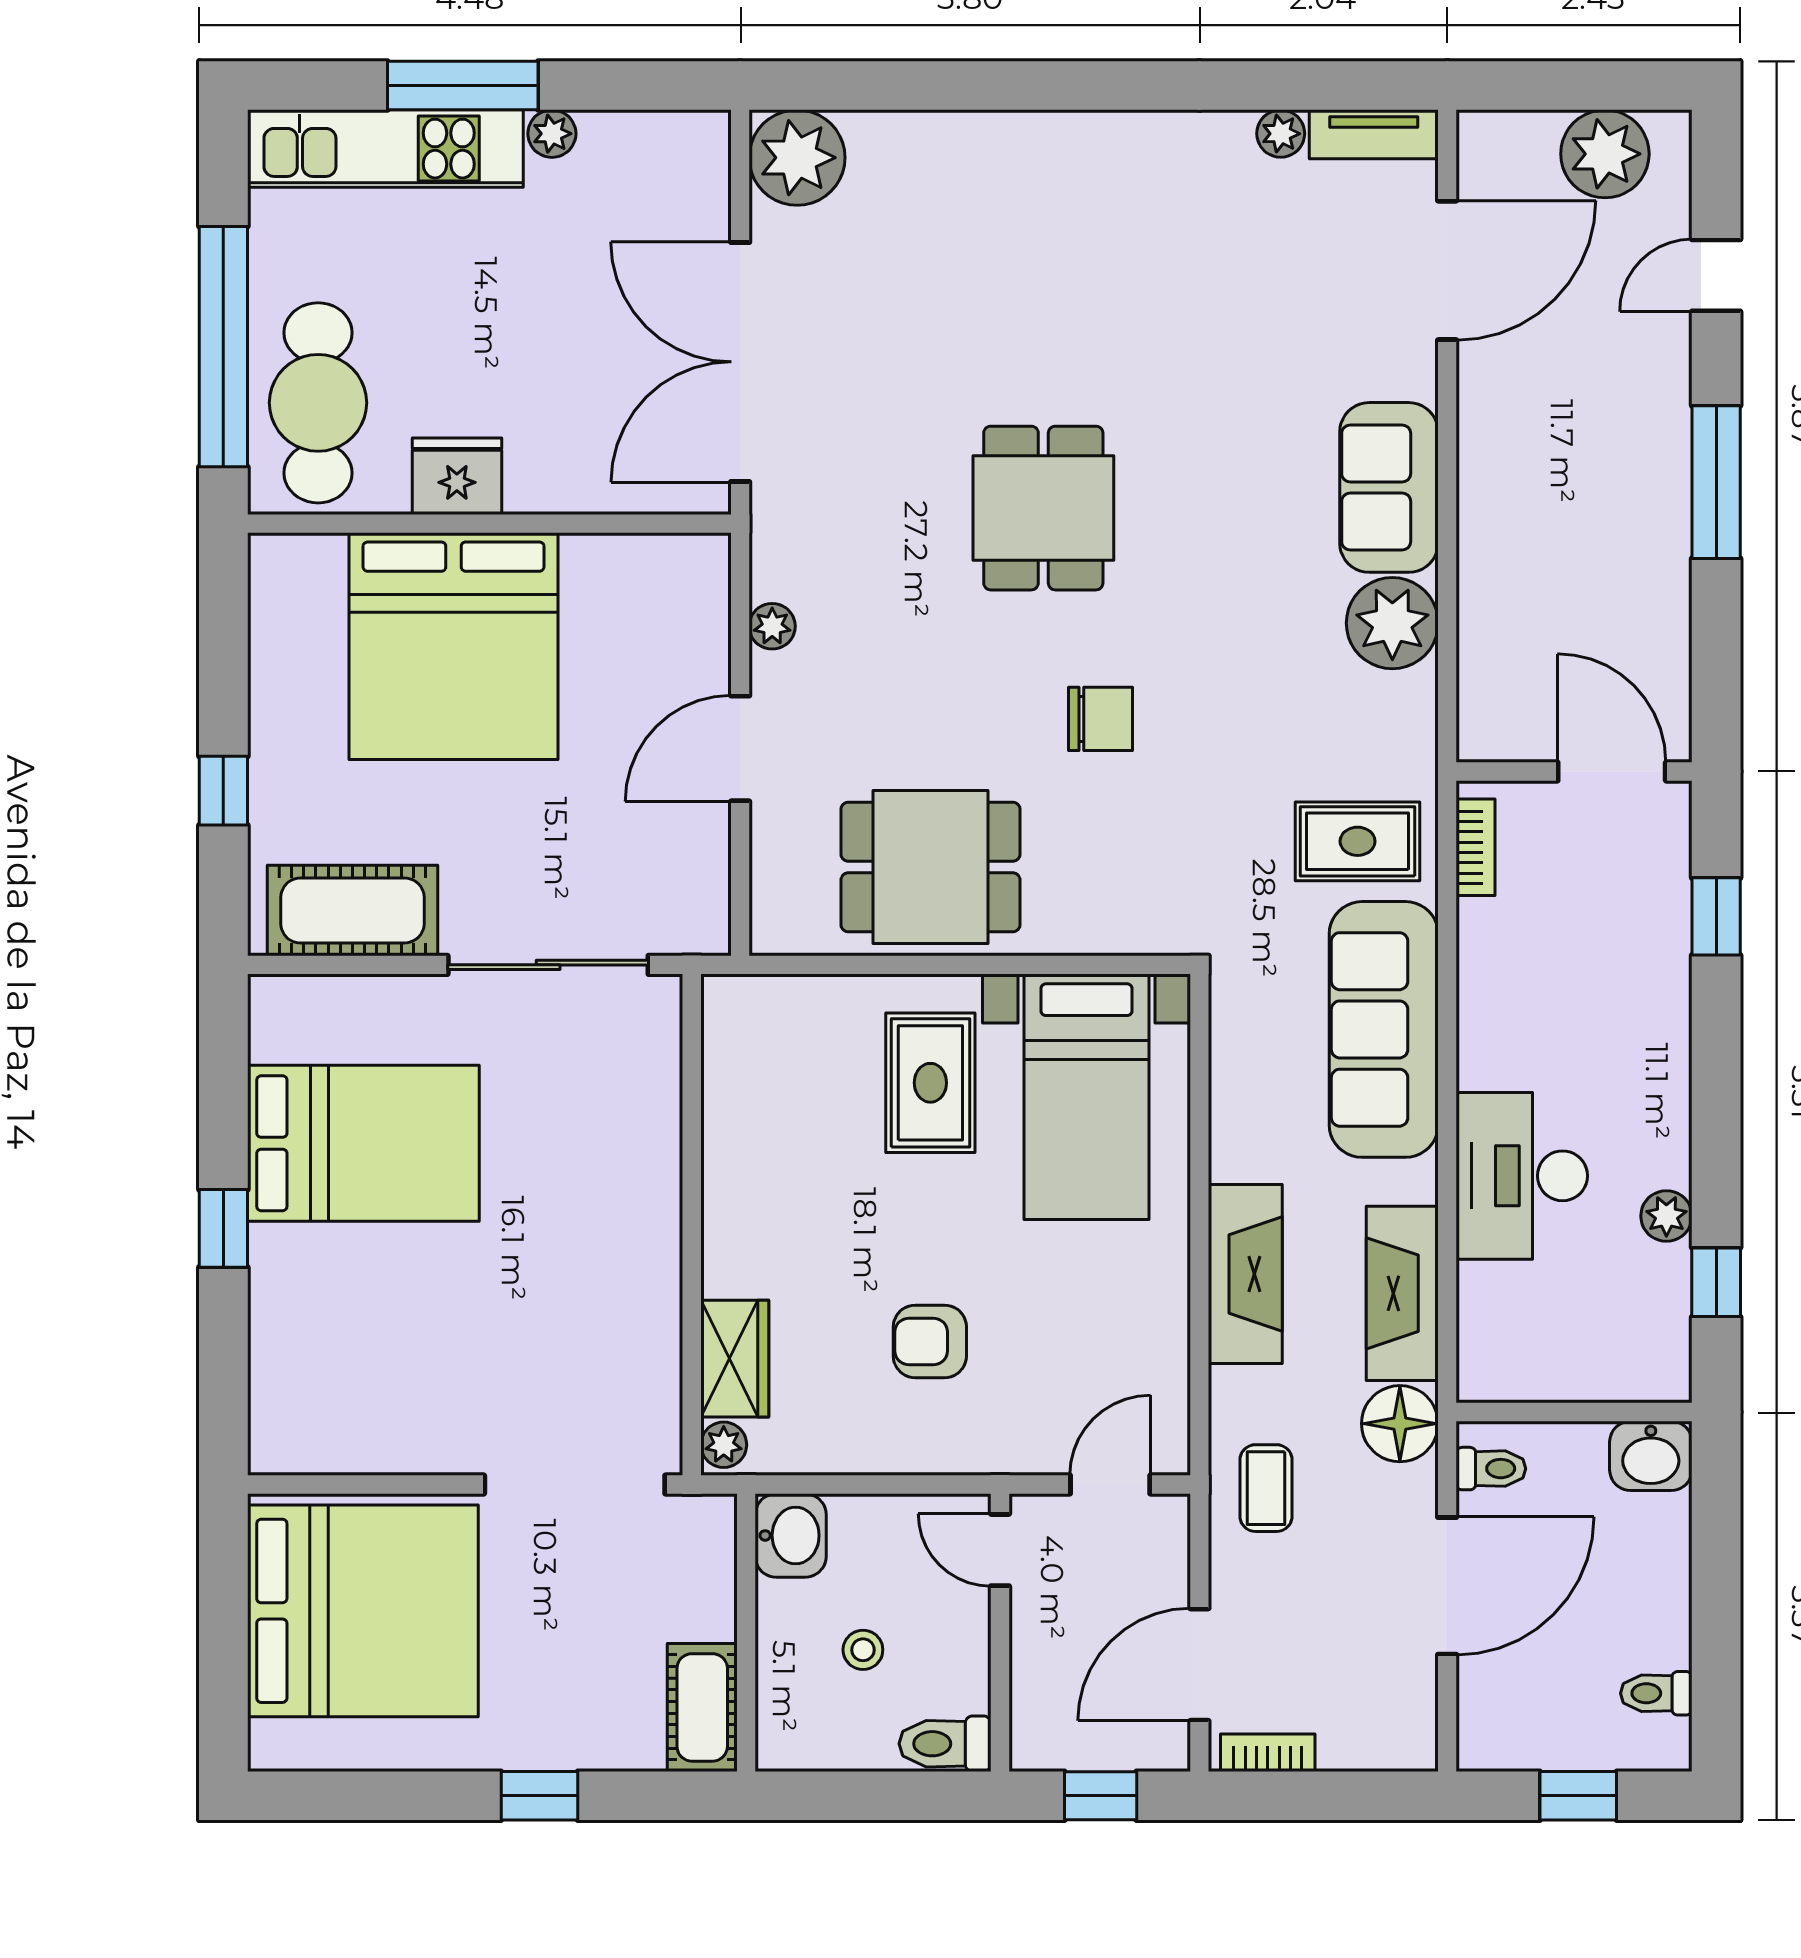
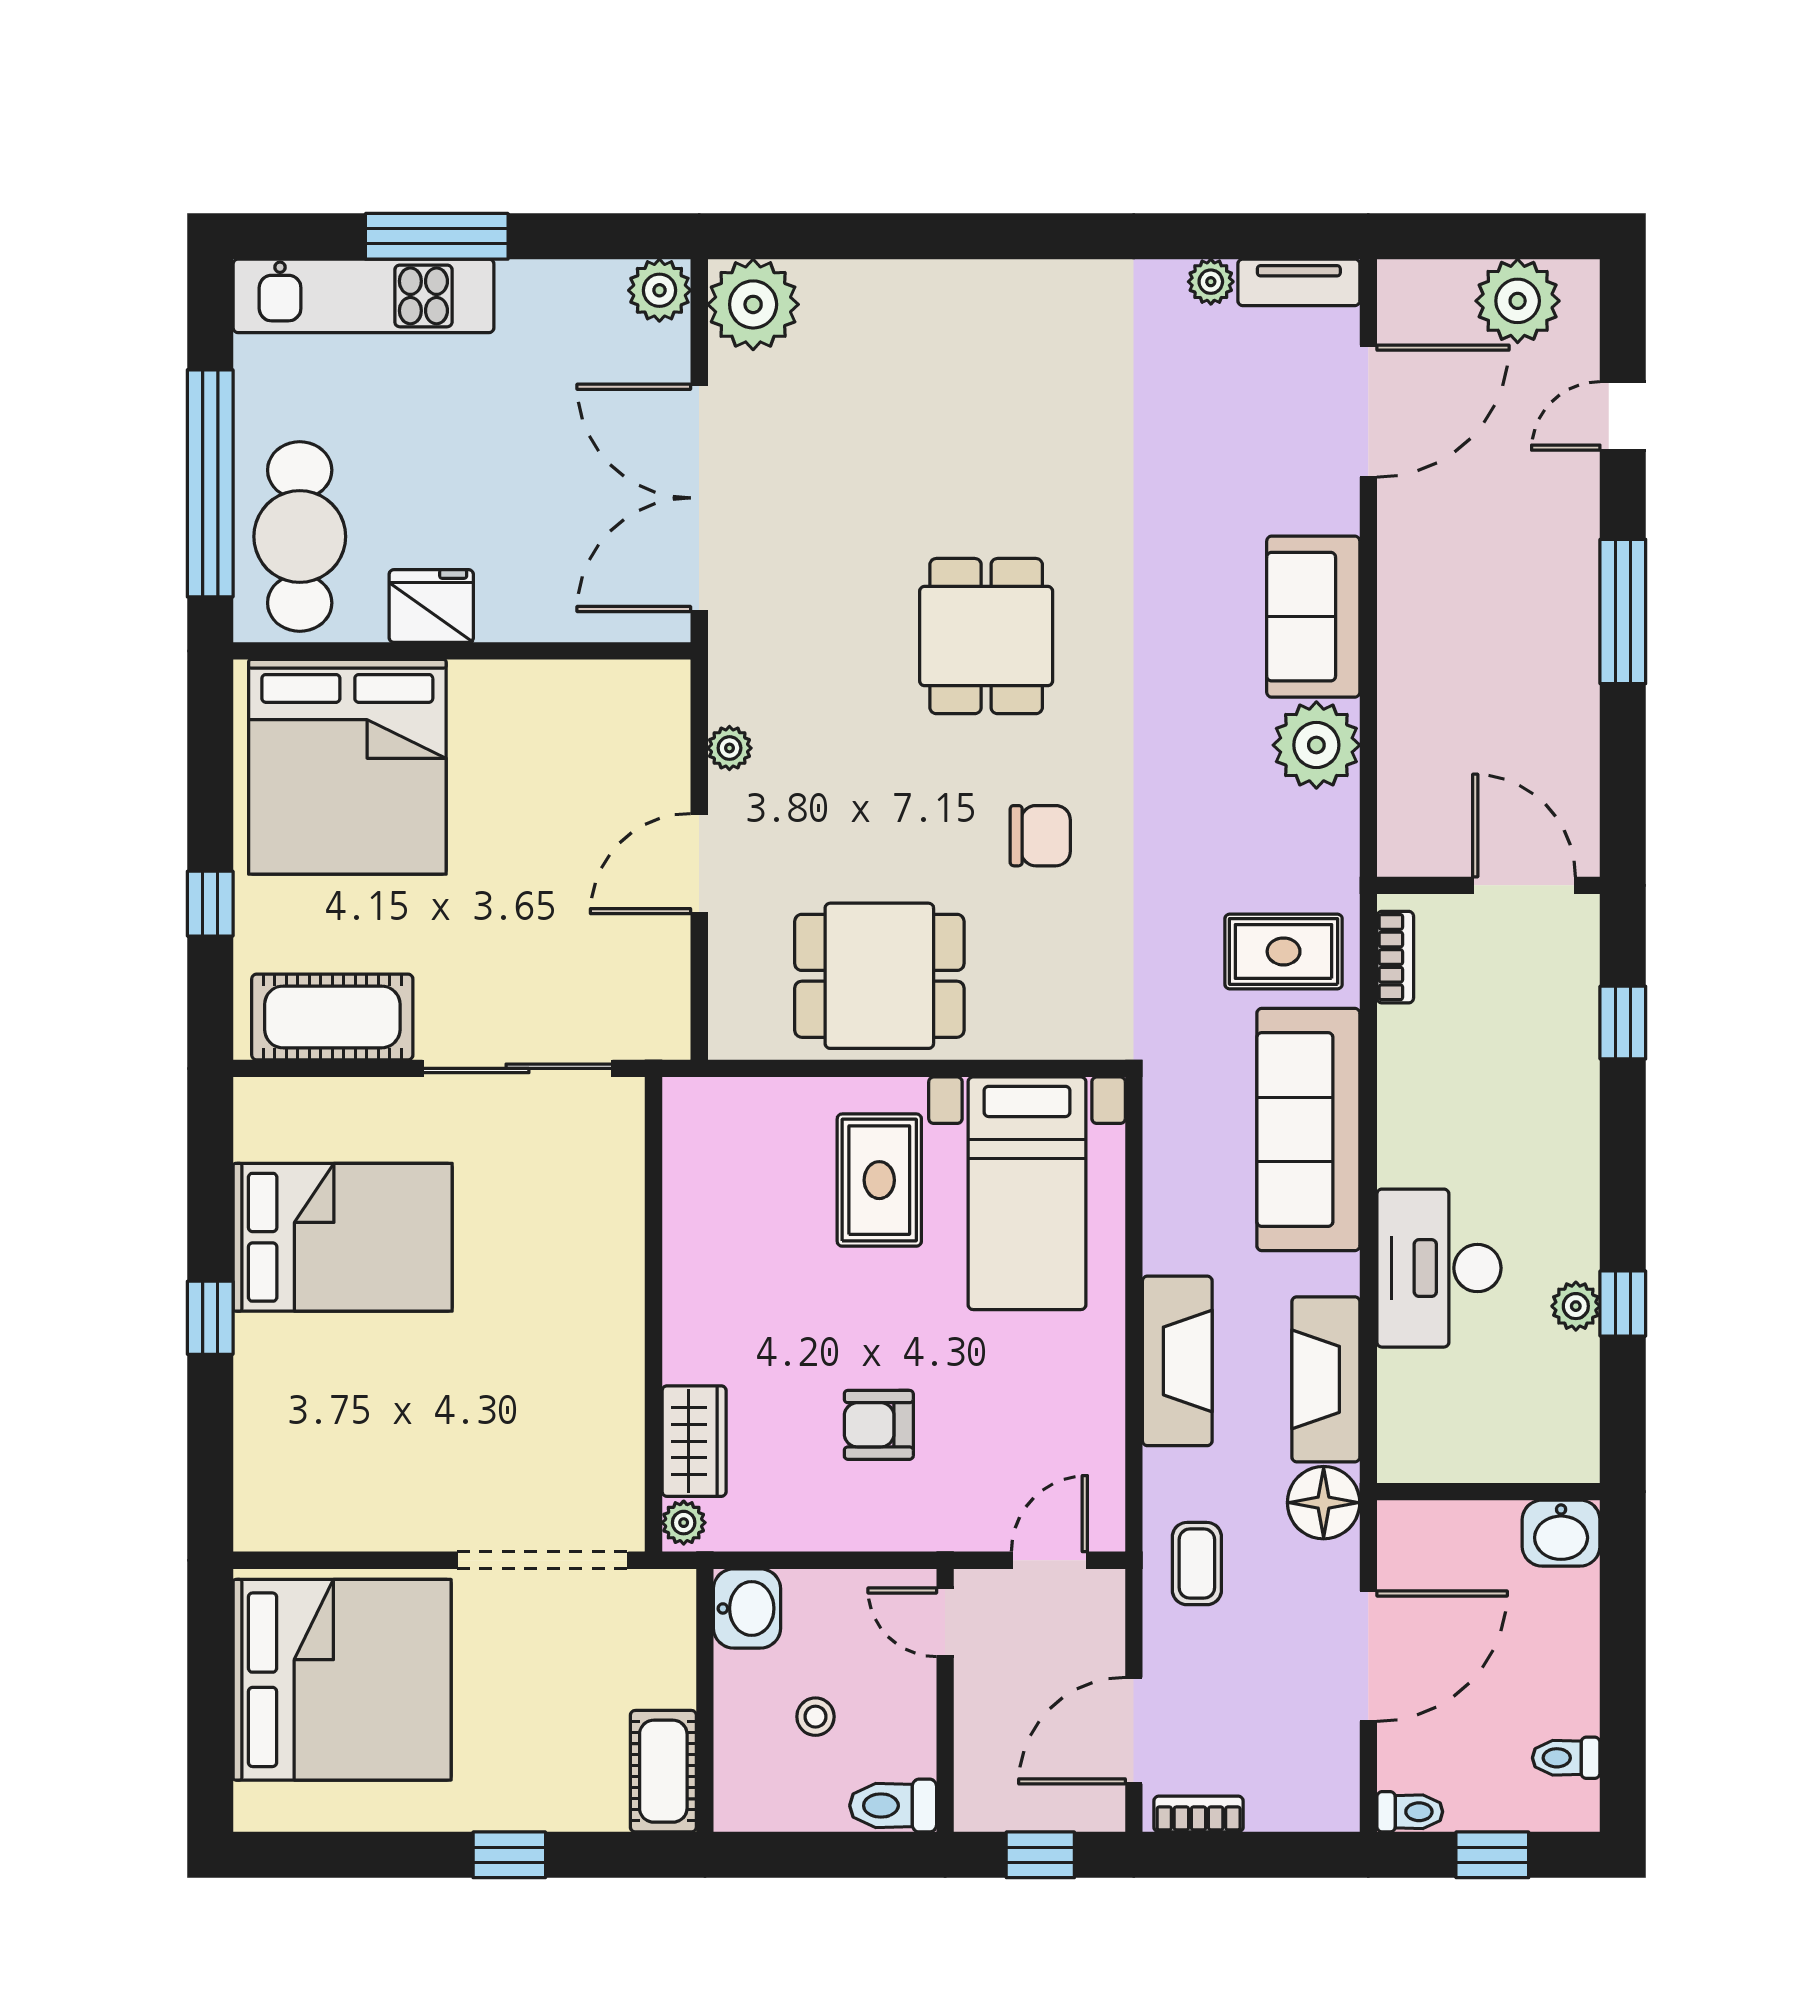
plant: (552, 134) -> (659, 290), moved, width x1.38, depth x1.38
bed: (454, 646) -> (347, 767), moved
window: (1716, 1282) -> (1623, 1304), moved
toilet: (1491, 1469) -> (1410, 1812), moved

